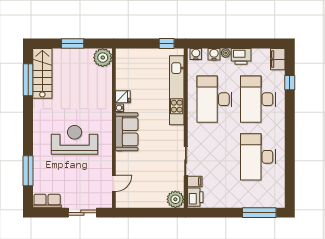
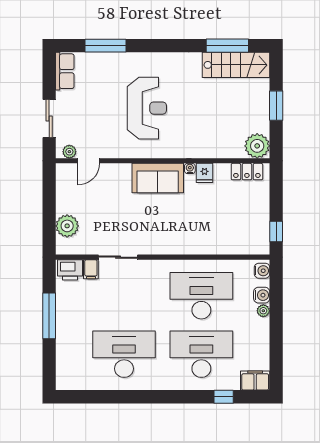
printer: (241, 56) -> (259, 331), removed
locker: (122, 65) -> (247, 172), added
kitchen unit: (177, 90) -> (213, 245), removed
door: (114, 183) -> (89, 161), hinge flipped
plant: (107, 198) -> (69, 152), added
plant: (175, 199) -> (67, 226), moved
window: (259, 213) -> (49, 316), moved

